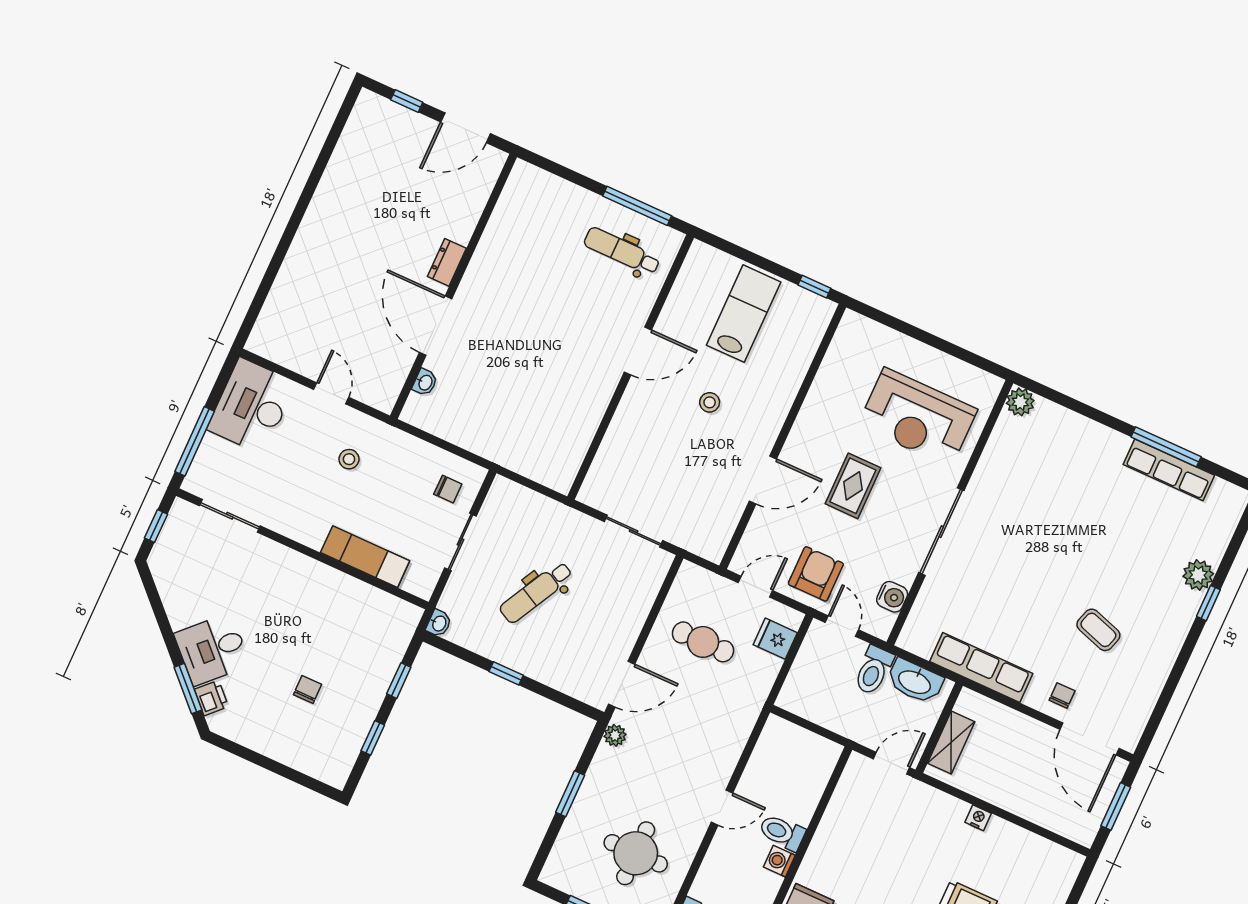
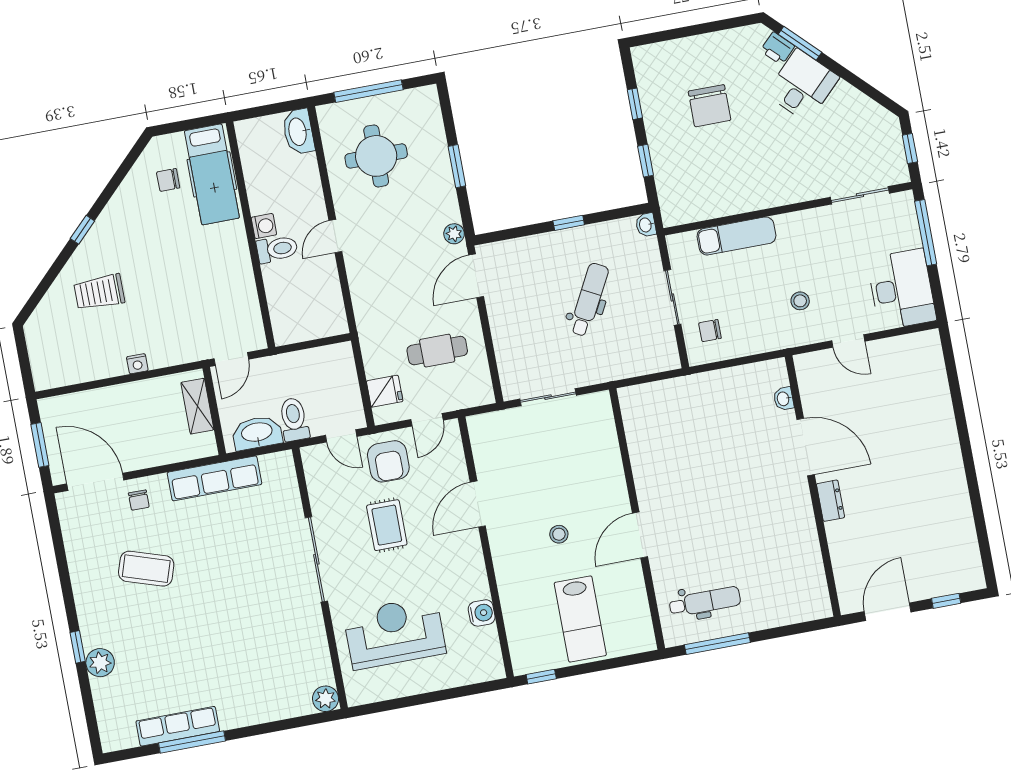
rug: (853, 486) -> (387, 525), moved
water cooler: (892, 597) -> (482, 613), moved, turned 180
coffee table: (1098, 630) -> (146, 569), width x1.36, depth x1.30
chair: (308, 689) -> (710, 106), width x1.87, depth x1.87

